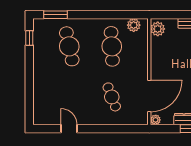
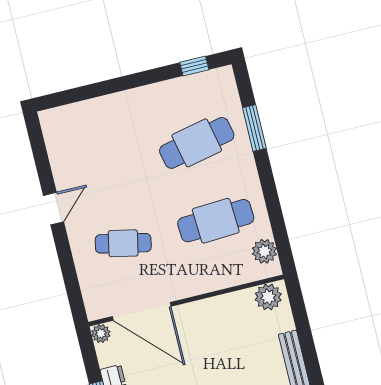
window: (56, 15) -> (254, 128), moved
cafe table: (112, 97) -> (123, 243), turned 33
door: (69, 129) -> (53, 209), moved

